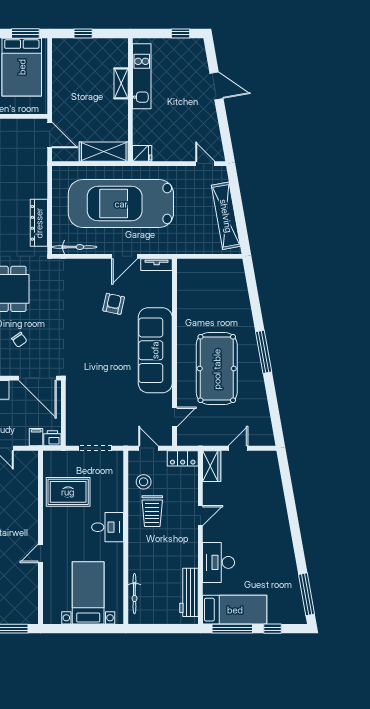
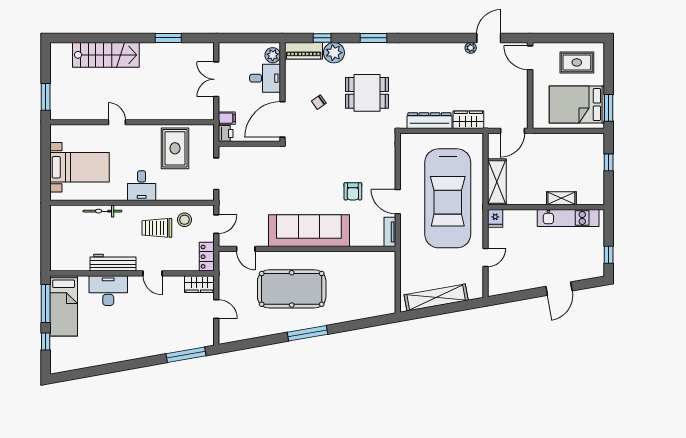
door: (205, 164) -> (485, 257), moved
wardrobe: (38, 182) -> (468, 120), added
car: (121, 204) -> (448, 198), turned 180
bicycle: (74, 247) -> (407, 154), removed
armchair: (114, 304) -> (353, 191), turned 78
workbench: (189, 592) -> (113, 263), moved
bicycle: (134, 594) -> (102, 211), moved
window: (307, 594) -> (186, 355), moved

